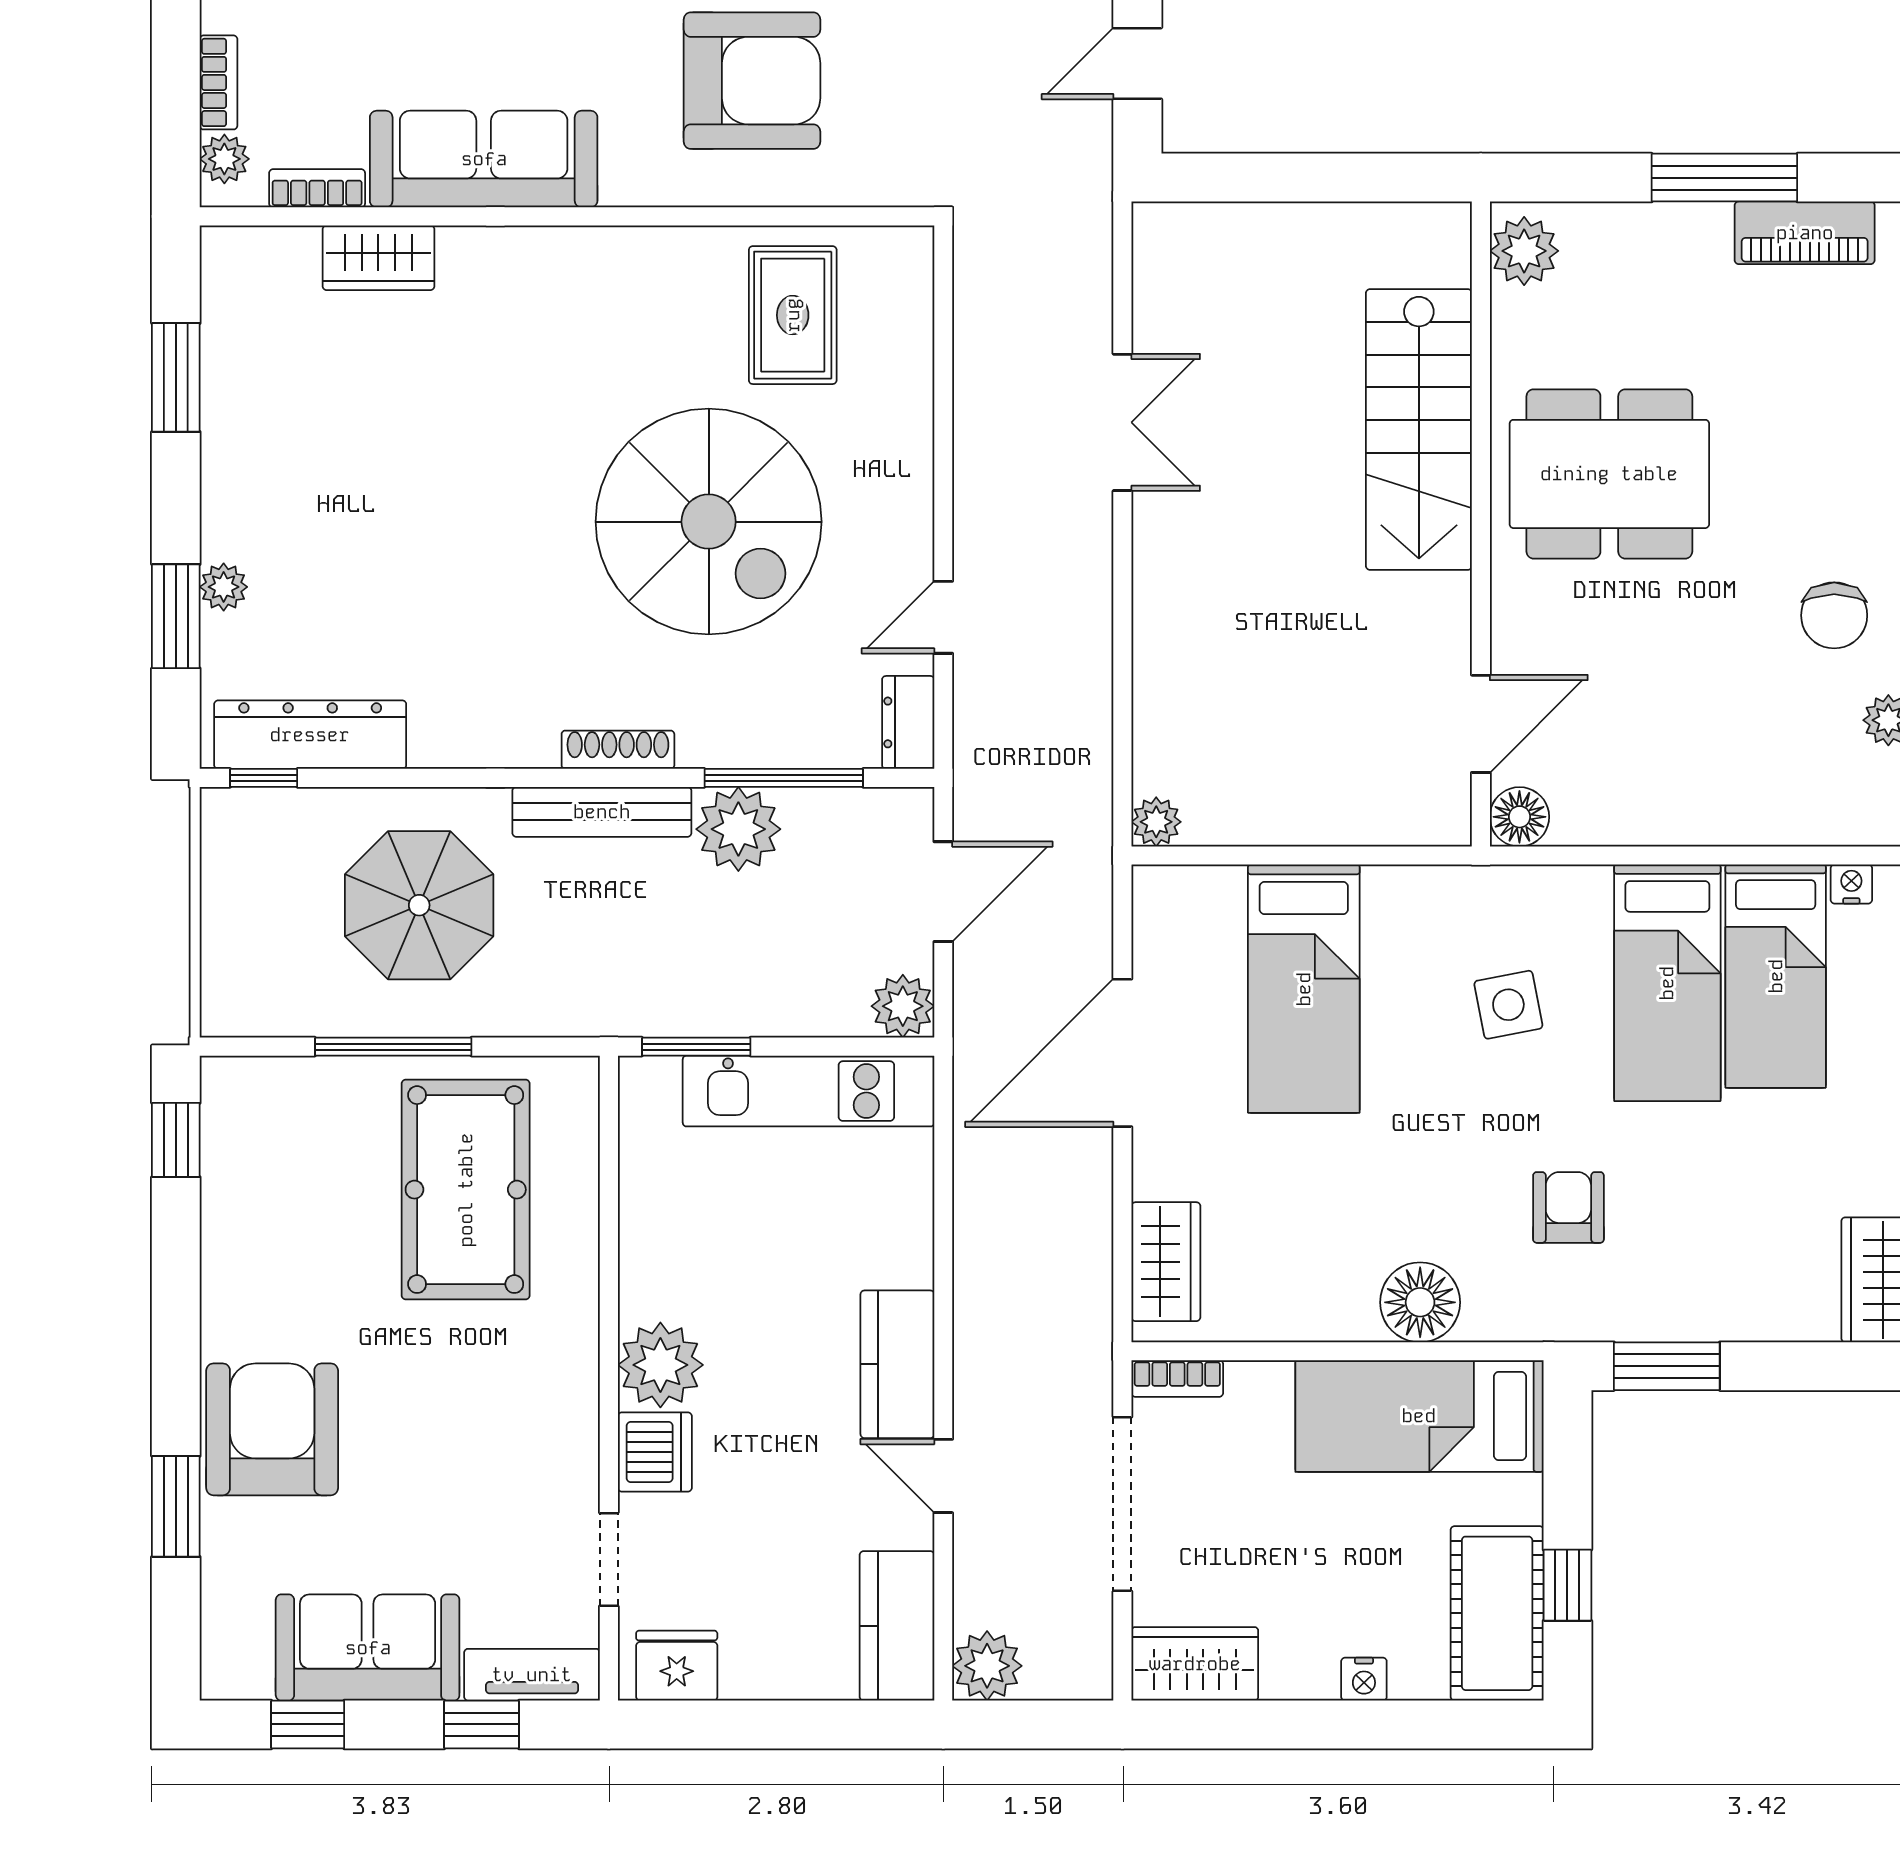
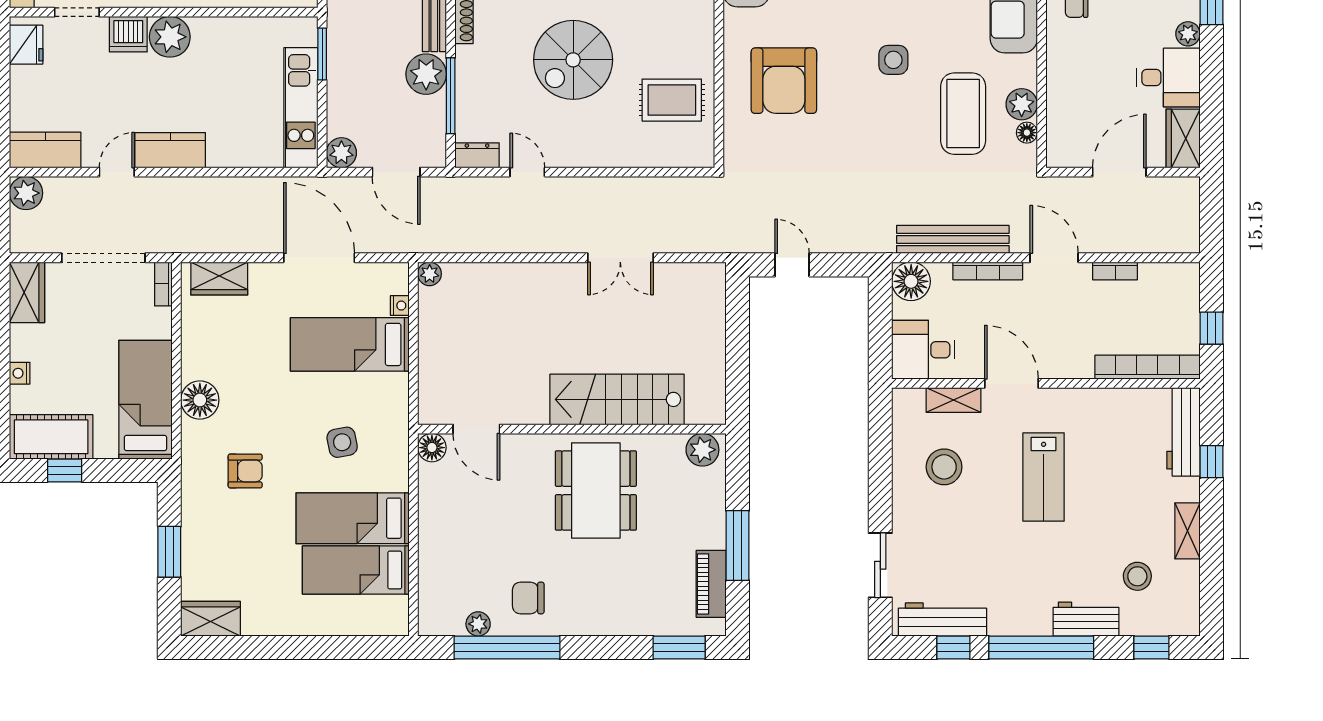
spiral stairs: (709, 522) -> (573, 60), width x0.73, depth x0.73
nightstand: (1851, 884) -> (400, 306), moved
window: (1667, 1366) -> (169, 552), moved

